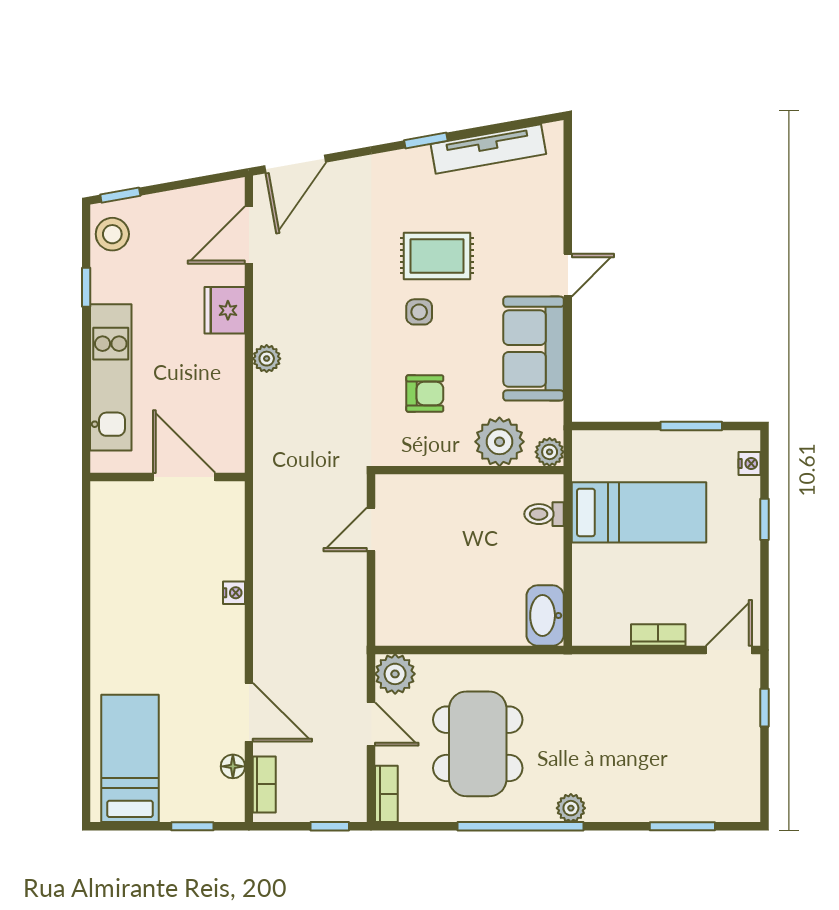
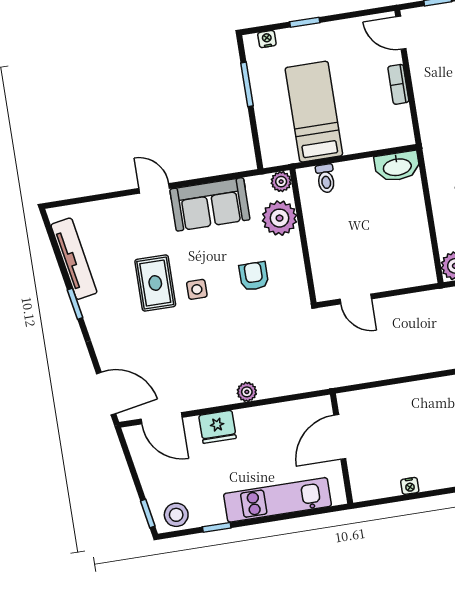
nightstand: (234, 593) -> (410, 486), moved, turned 180

